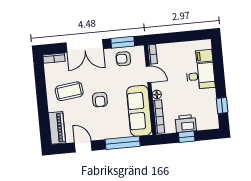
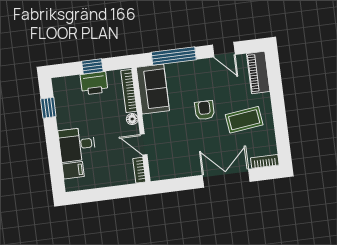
window: (123, 42) -> (178, 184), removed
armchair: (123, 59) -> (176, 163), removed
sofa: (139, 111) -> (153, 89), width x0.73

